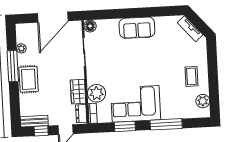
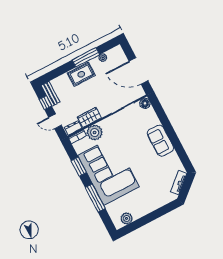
coffee table: (191, 76) -> (142, 201), removed
corner sofa: (136, 104) -> (109, 171), width x1.36, depth x1.36

